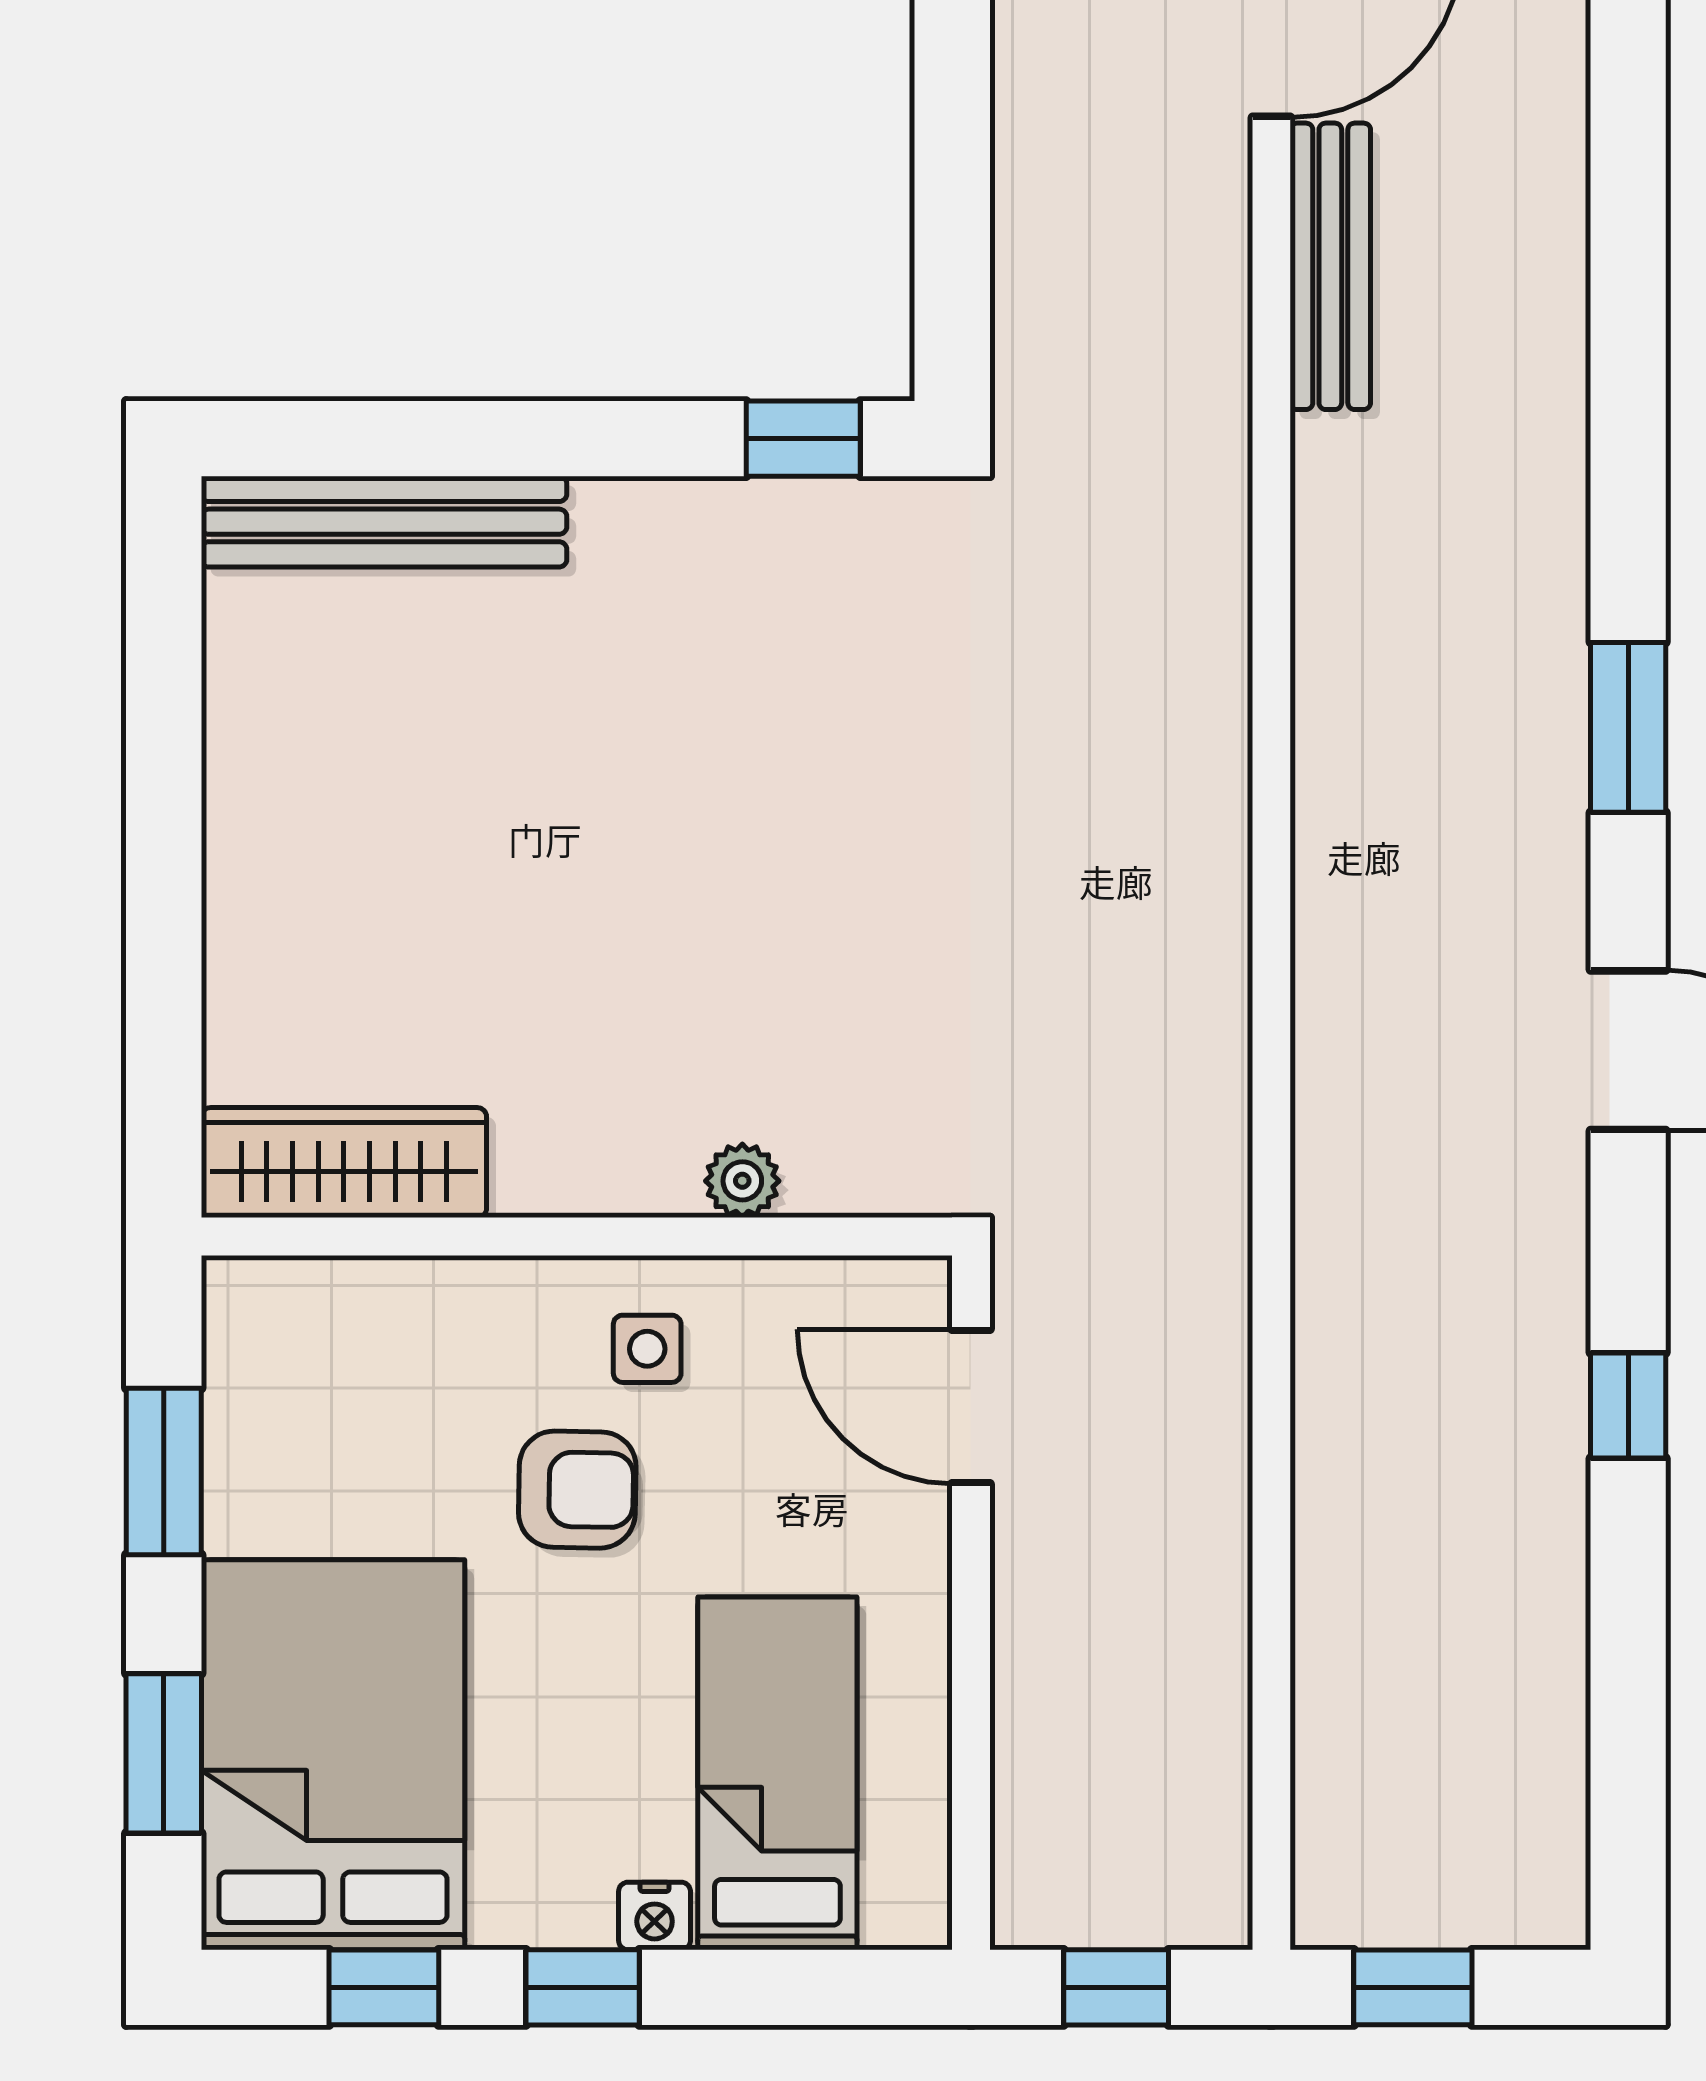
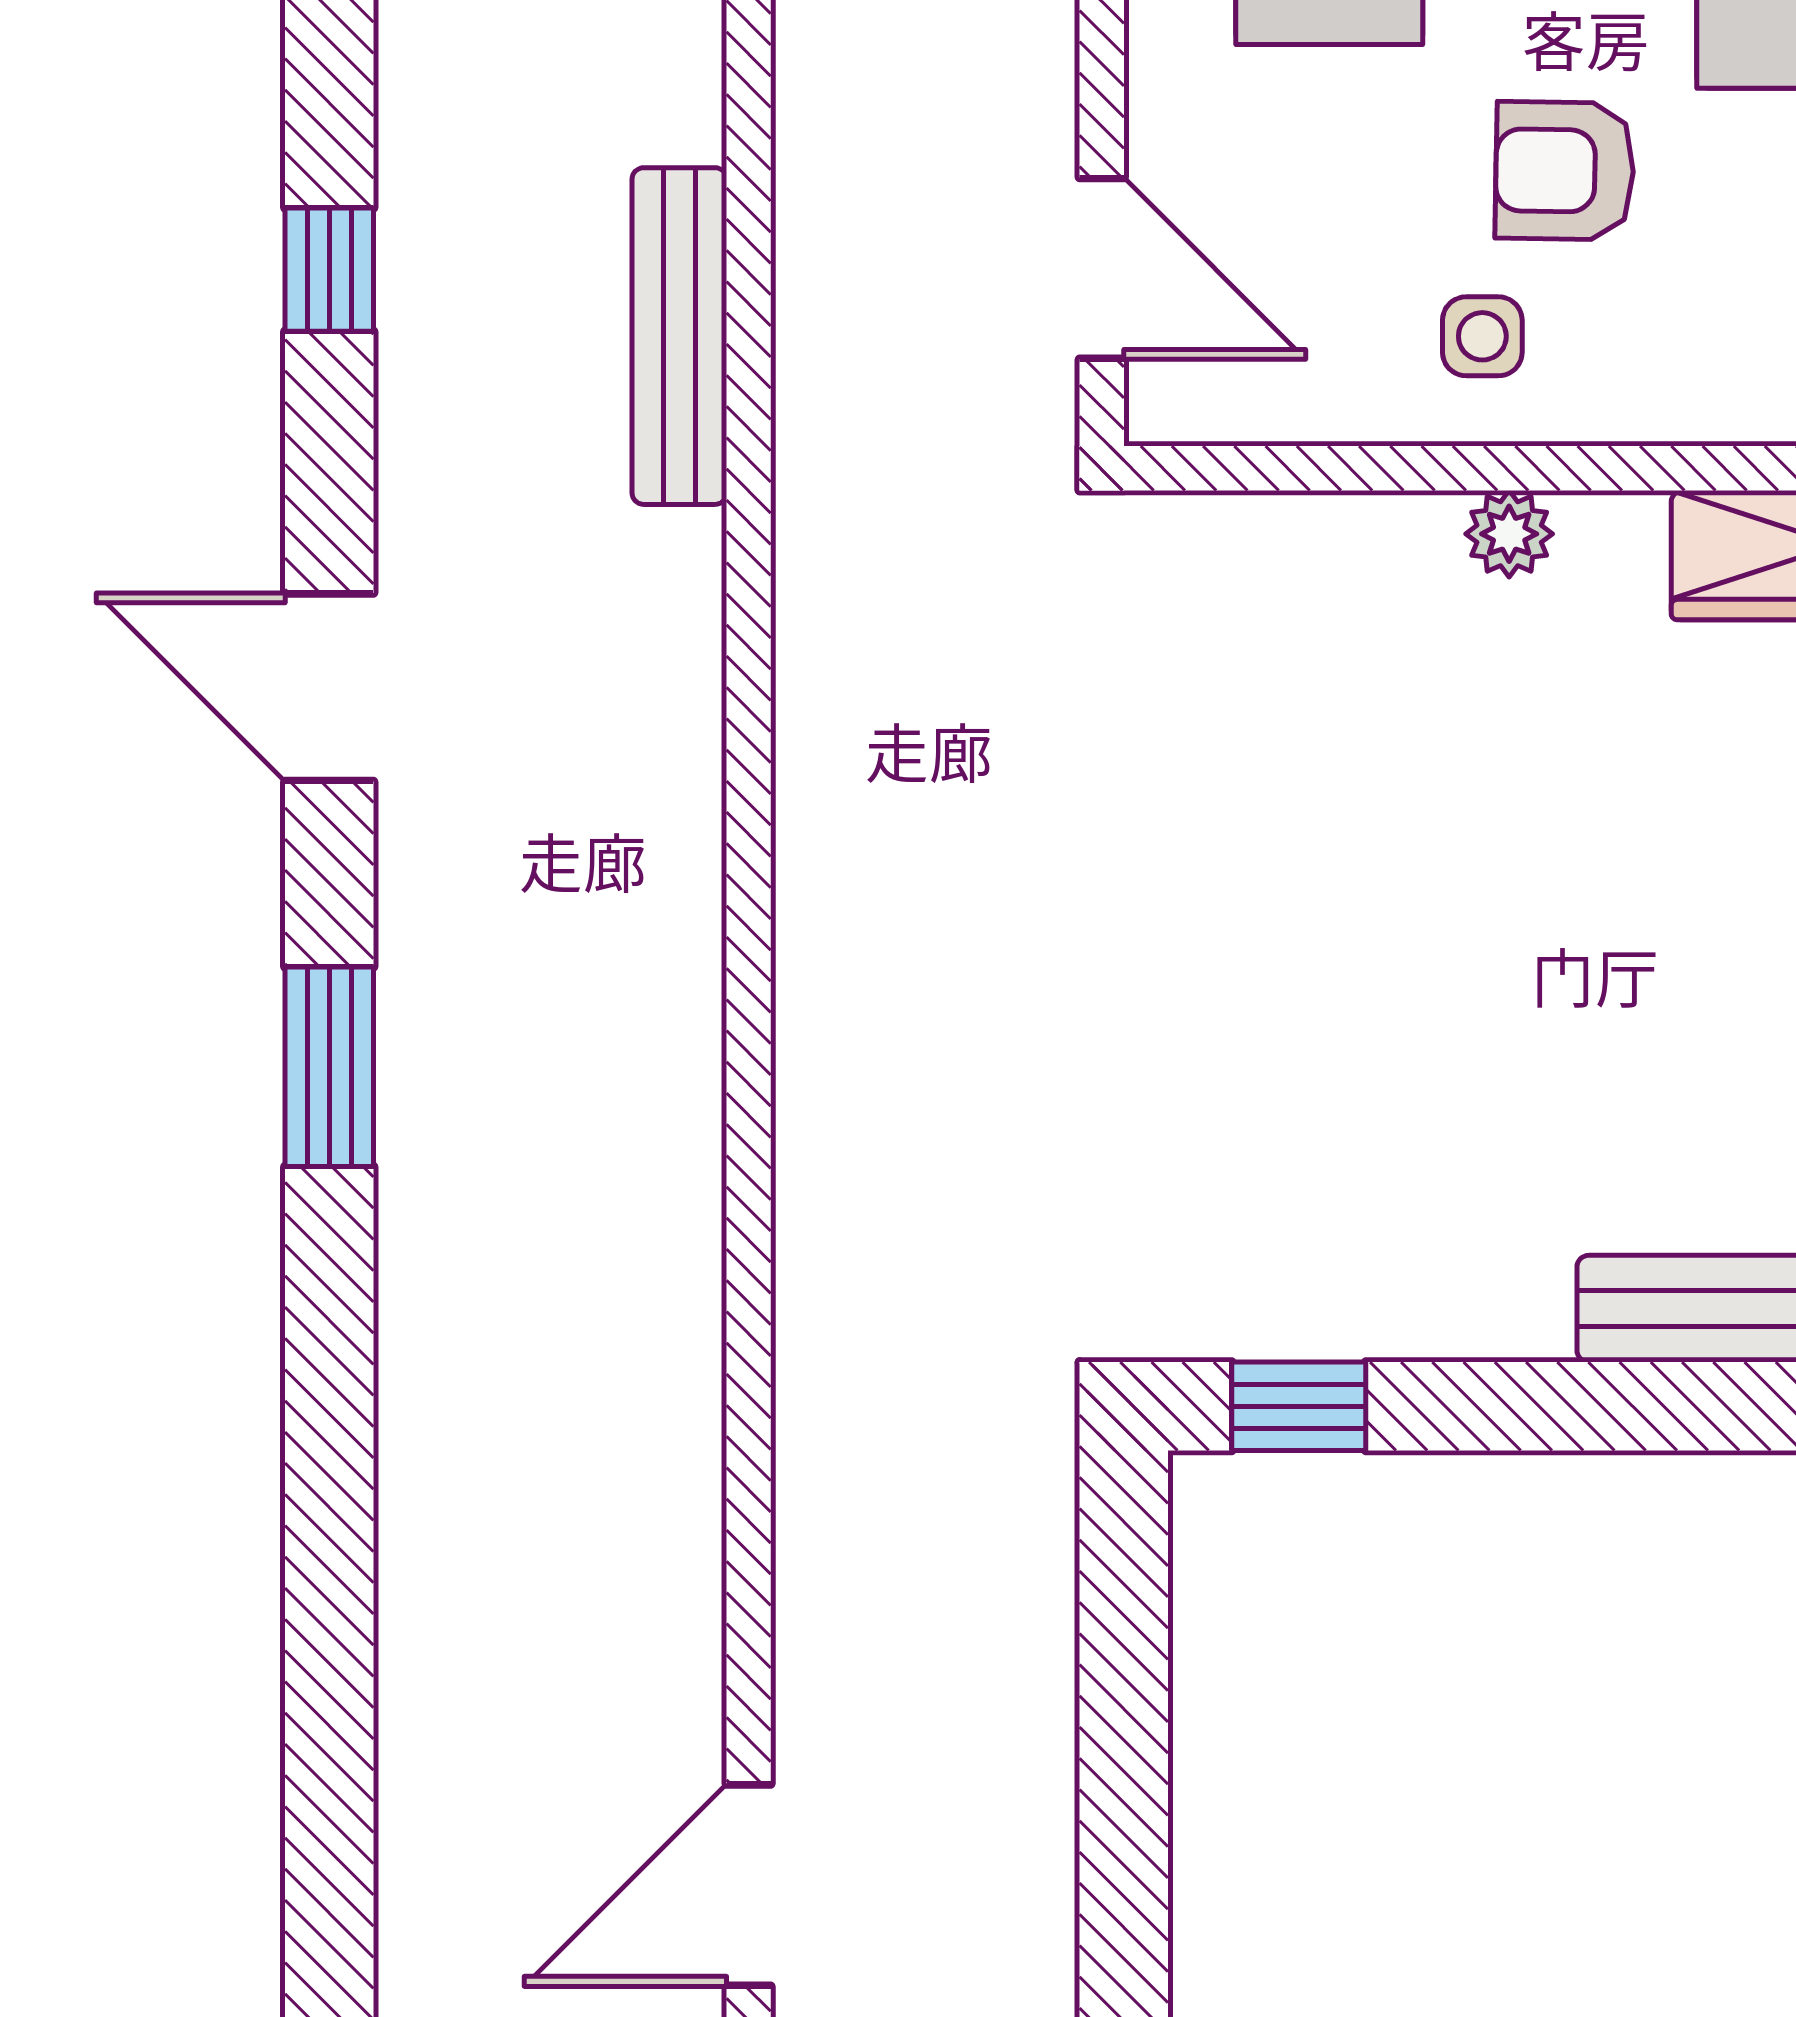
bench: (1330, 266) -> (679, 336), moved
plant: (742, 1181) -> (1509, 534), moved

